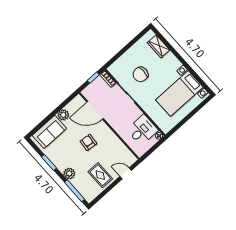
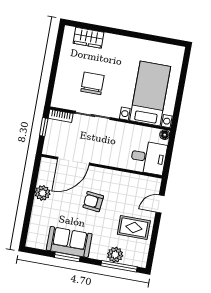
chair: (141, 74) -> (92, 83), turned 180
bed with nightstands: (179, 93) -> (150, 93), moved, turned 180
desk: (142, 130) -> (149, 158), moved, turned 90
sofa: (49, 132) -> (69, 242), moved, turned -90
plant: (69, 173) -> (115, 255), moved

